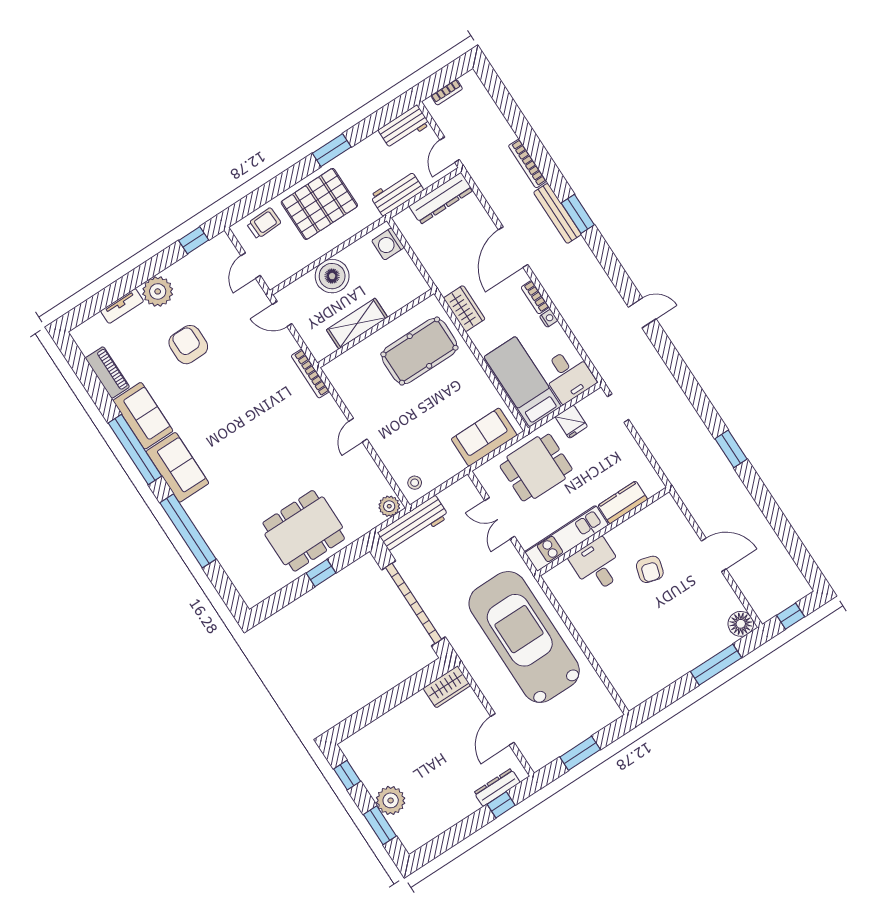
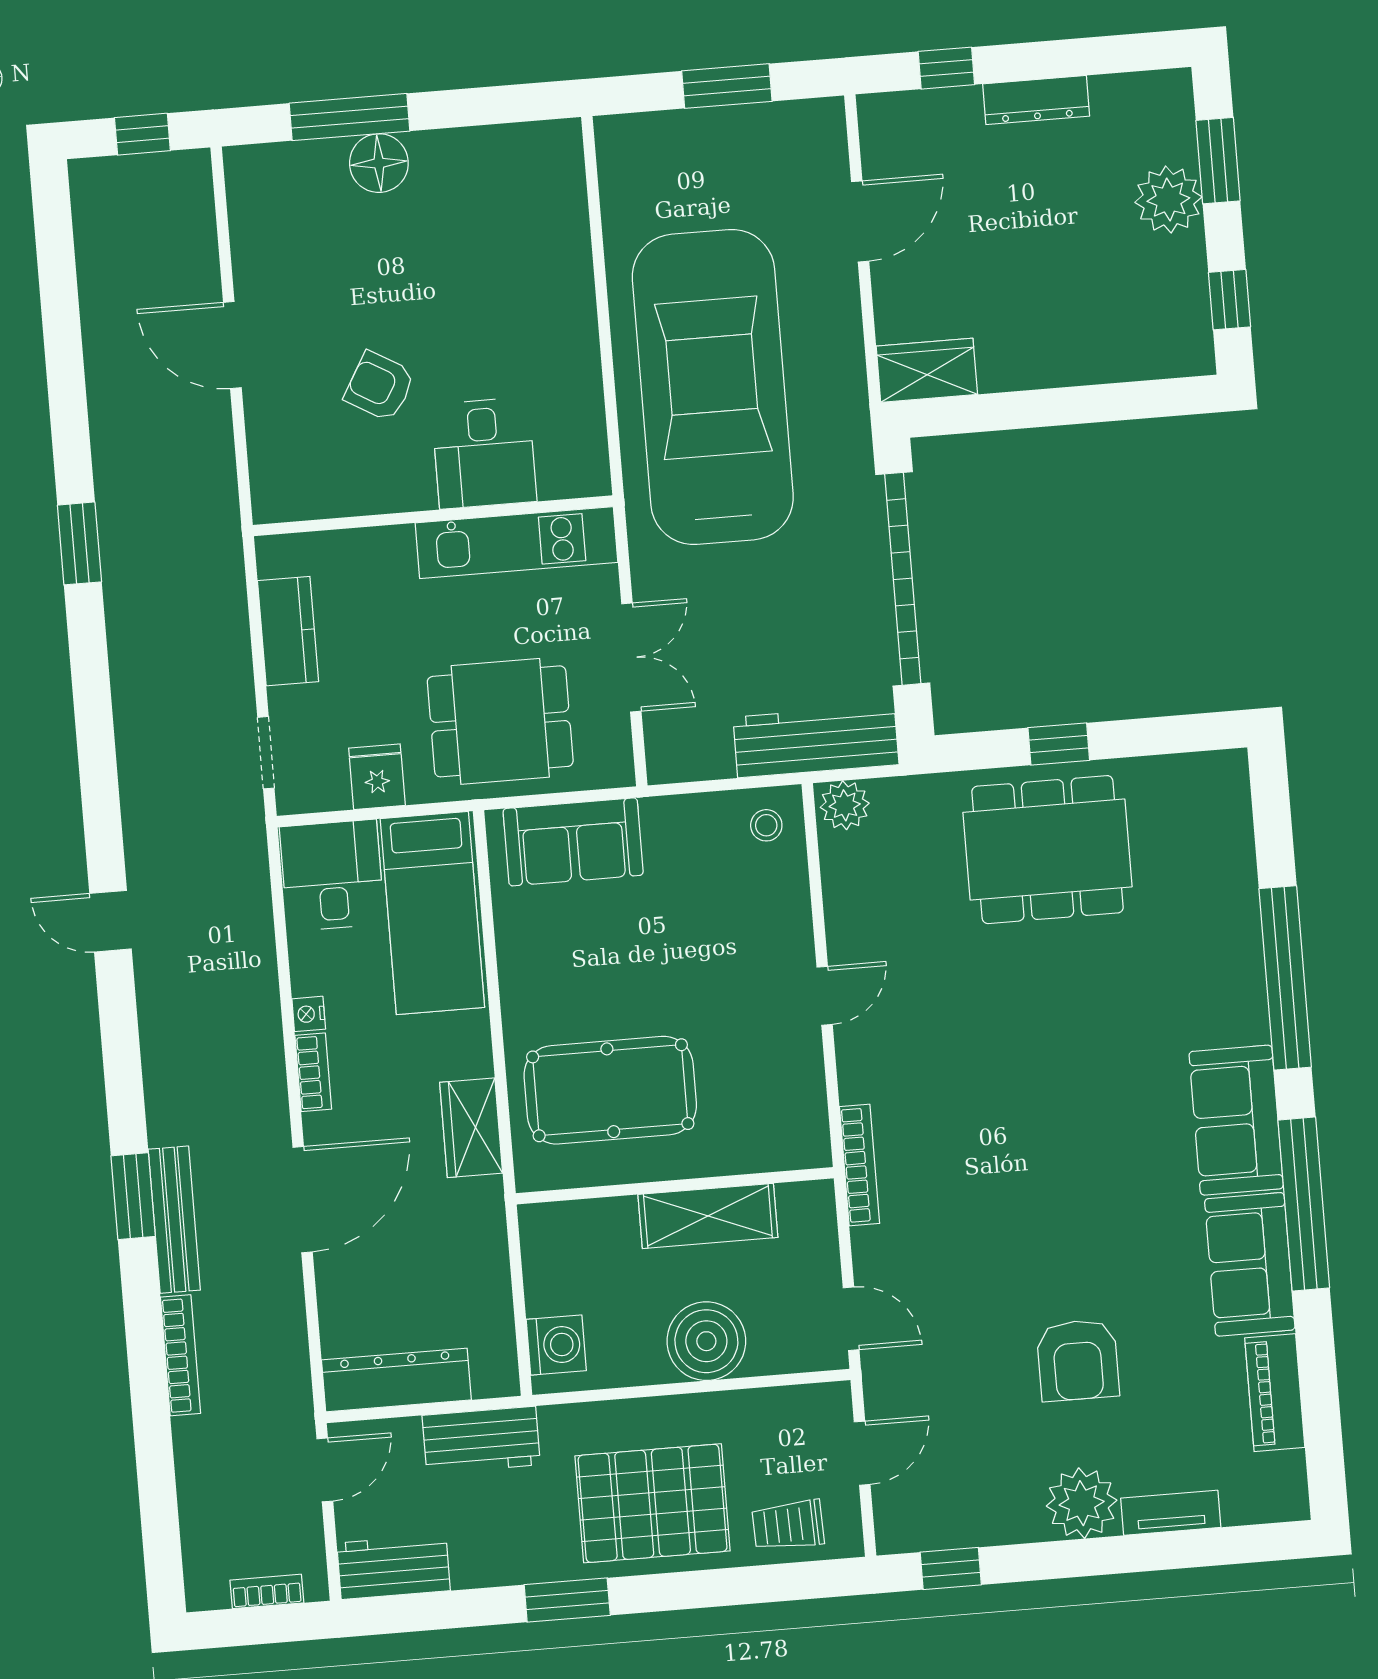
kitchen counter: (623, 502) -> (288, 631), moved, turned -90
armchair: (650, 569) -> (380, 386), turned -76
floor lamp: (741, 624) -> (379, 163), moved
car: (524, 637) -> (713, 387), turned 180
dresser: (497, 787) -> (1036, 100), moved

